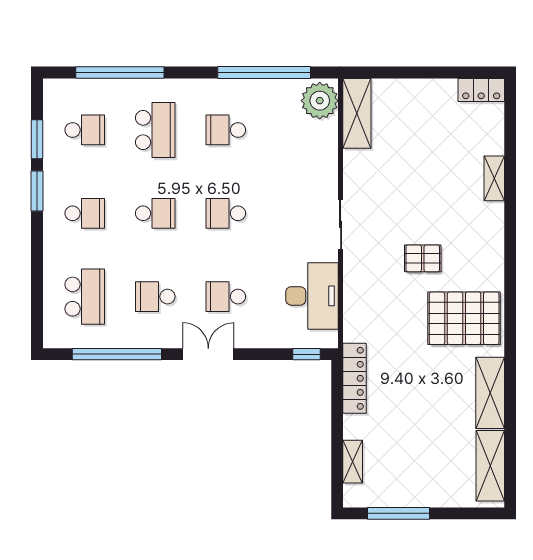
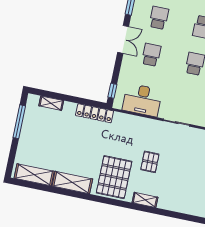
shelving: (494, 178) -> (145, 200), moved

